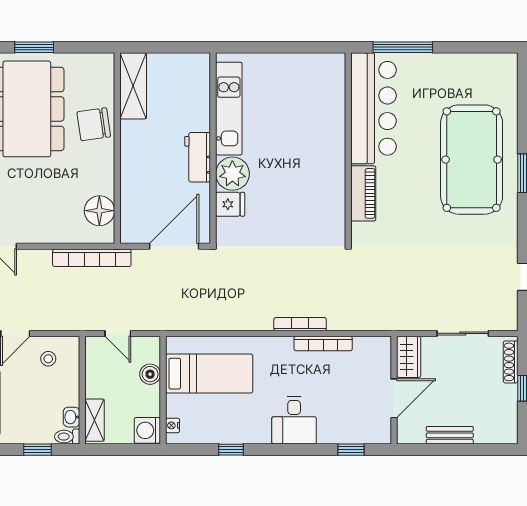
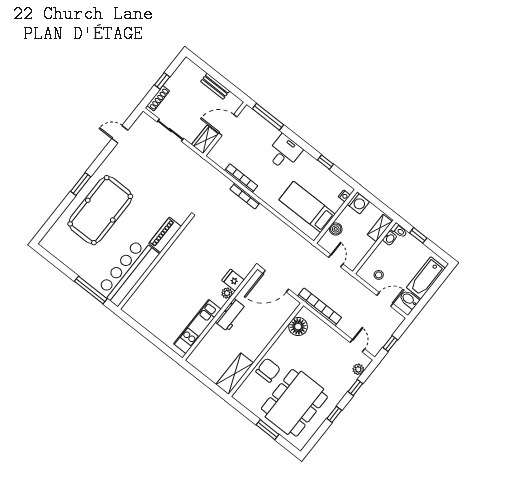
chair: (94, 124) -> (268, 370), turned -82
plant: (232, 174) -> (227, 293), width x0.53, depth x0.53
window: (351, 450) -> (268, 117), width x2.17

